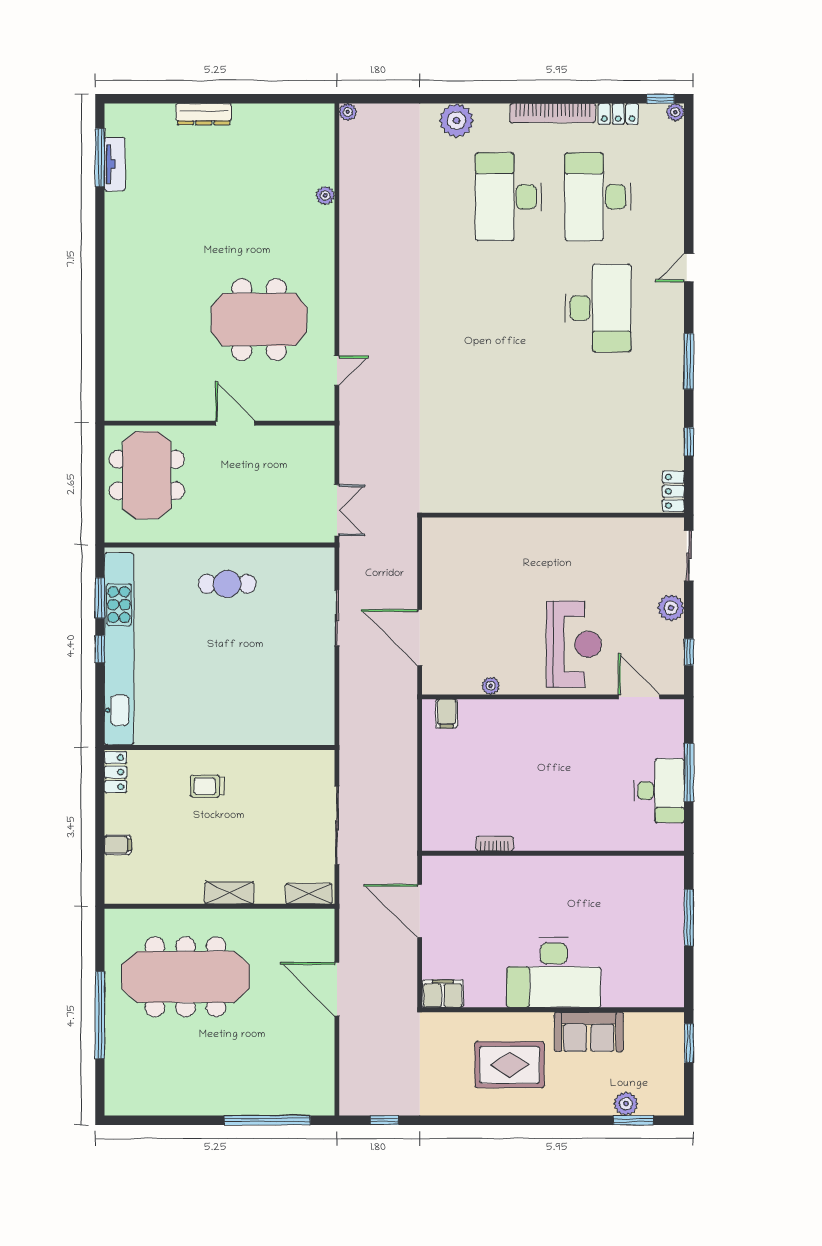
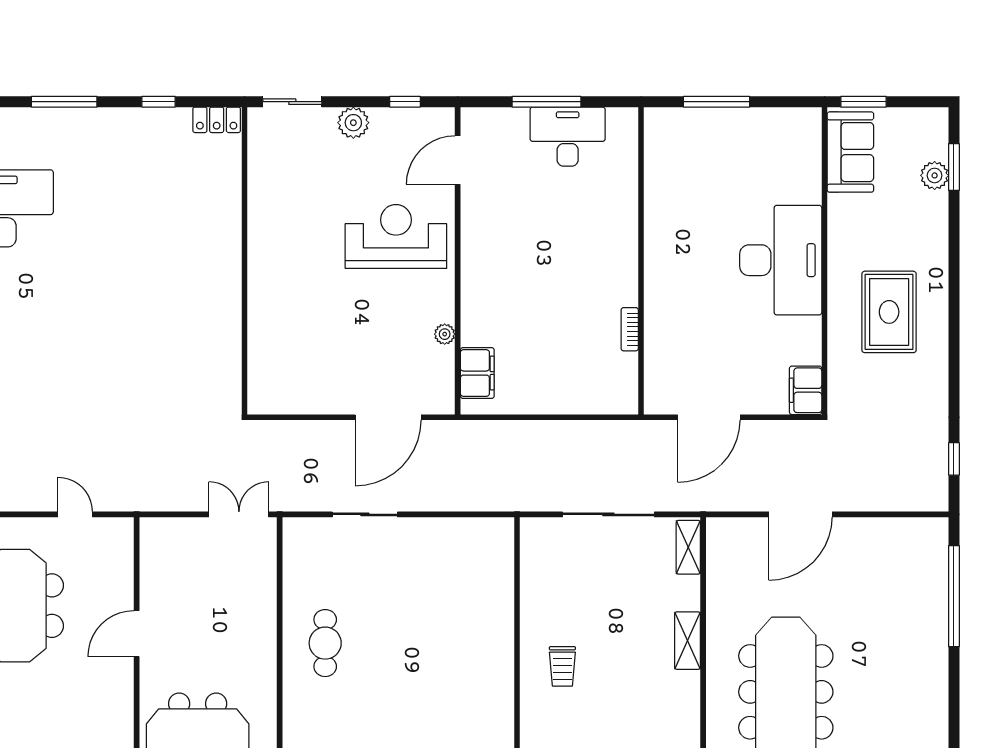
filing cabinet: (447, 714) -> (477, 373), width x2.00
sofa: (589, 1032) -> (850, 152), moved

